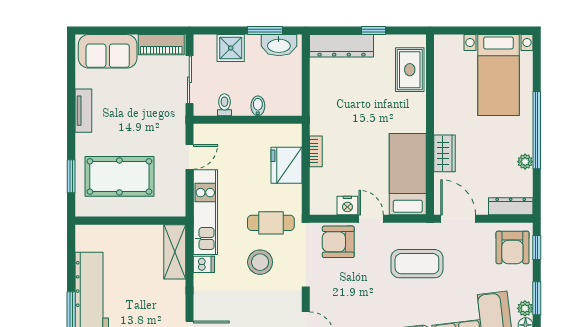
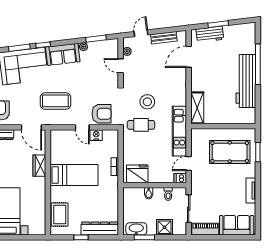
fridge: (287, 165) -> (137, 174), moved, turned -90
bed: (408, 174) -> (74, 175), moved, turned -90
dishwasher: (204, 264) -> (180, 178), moved

